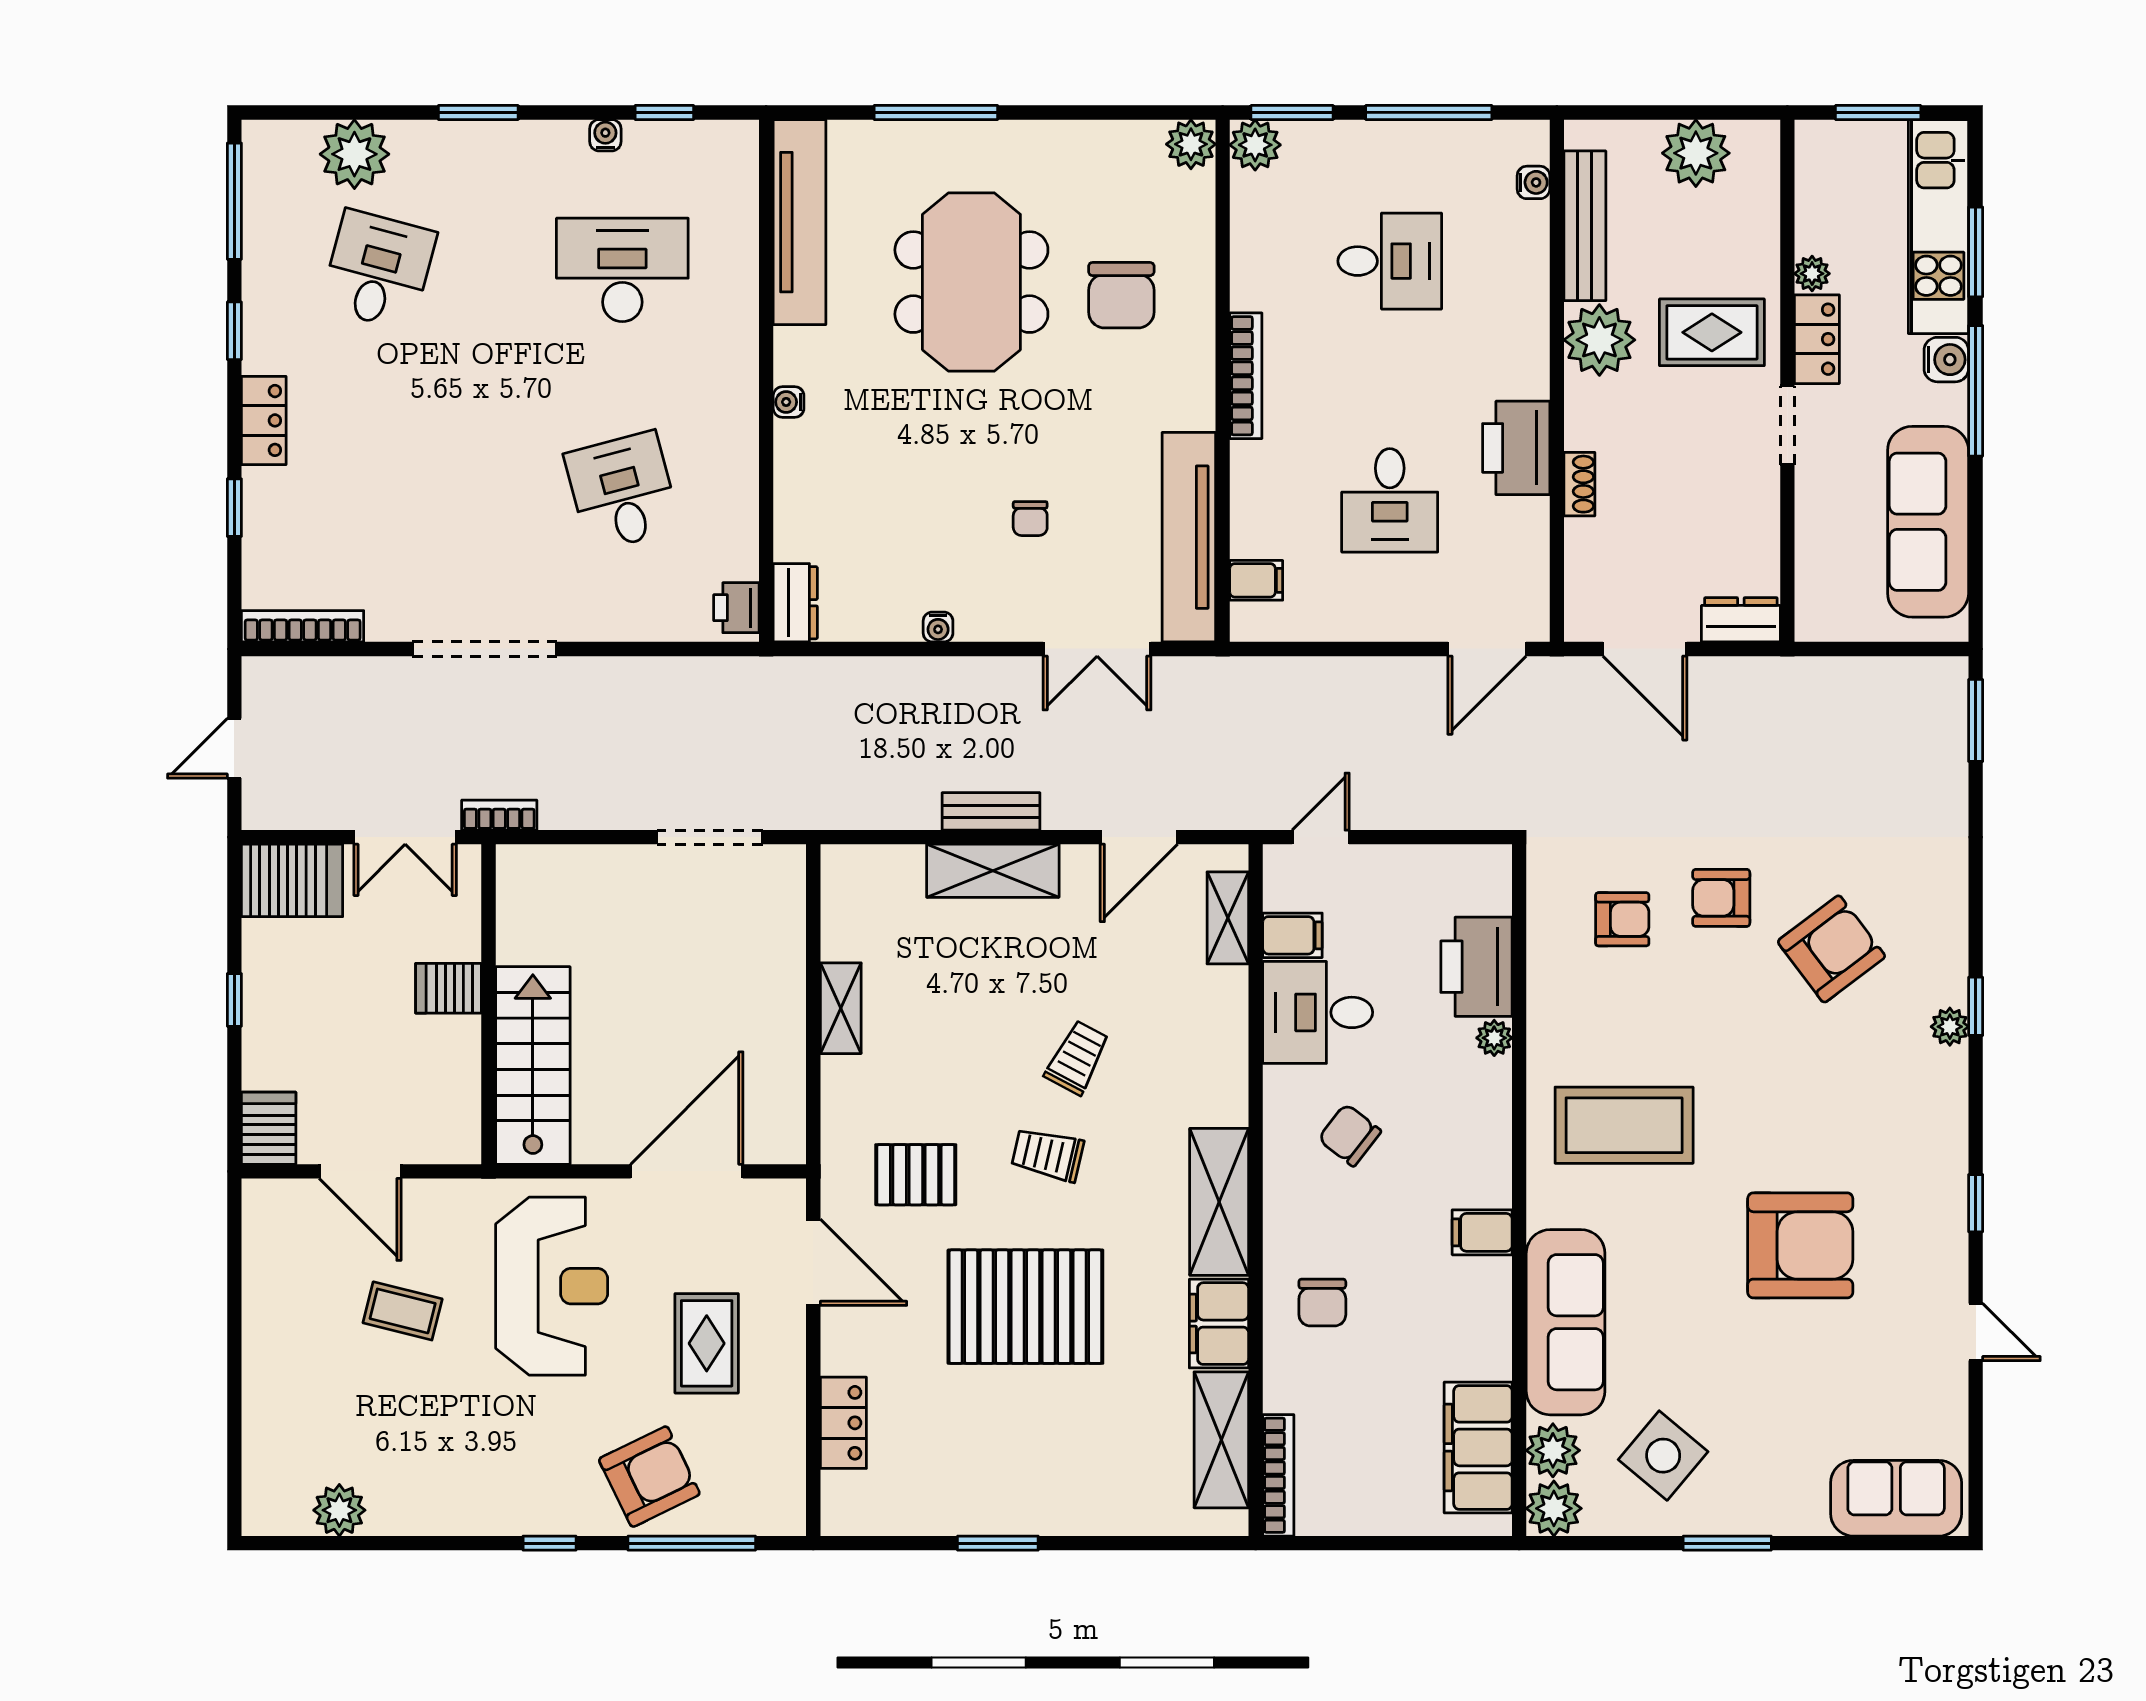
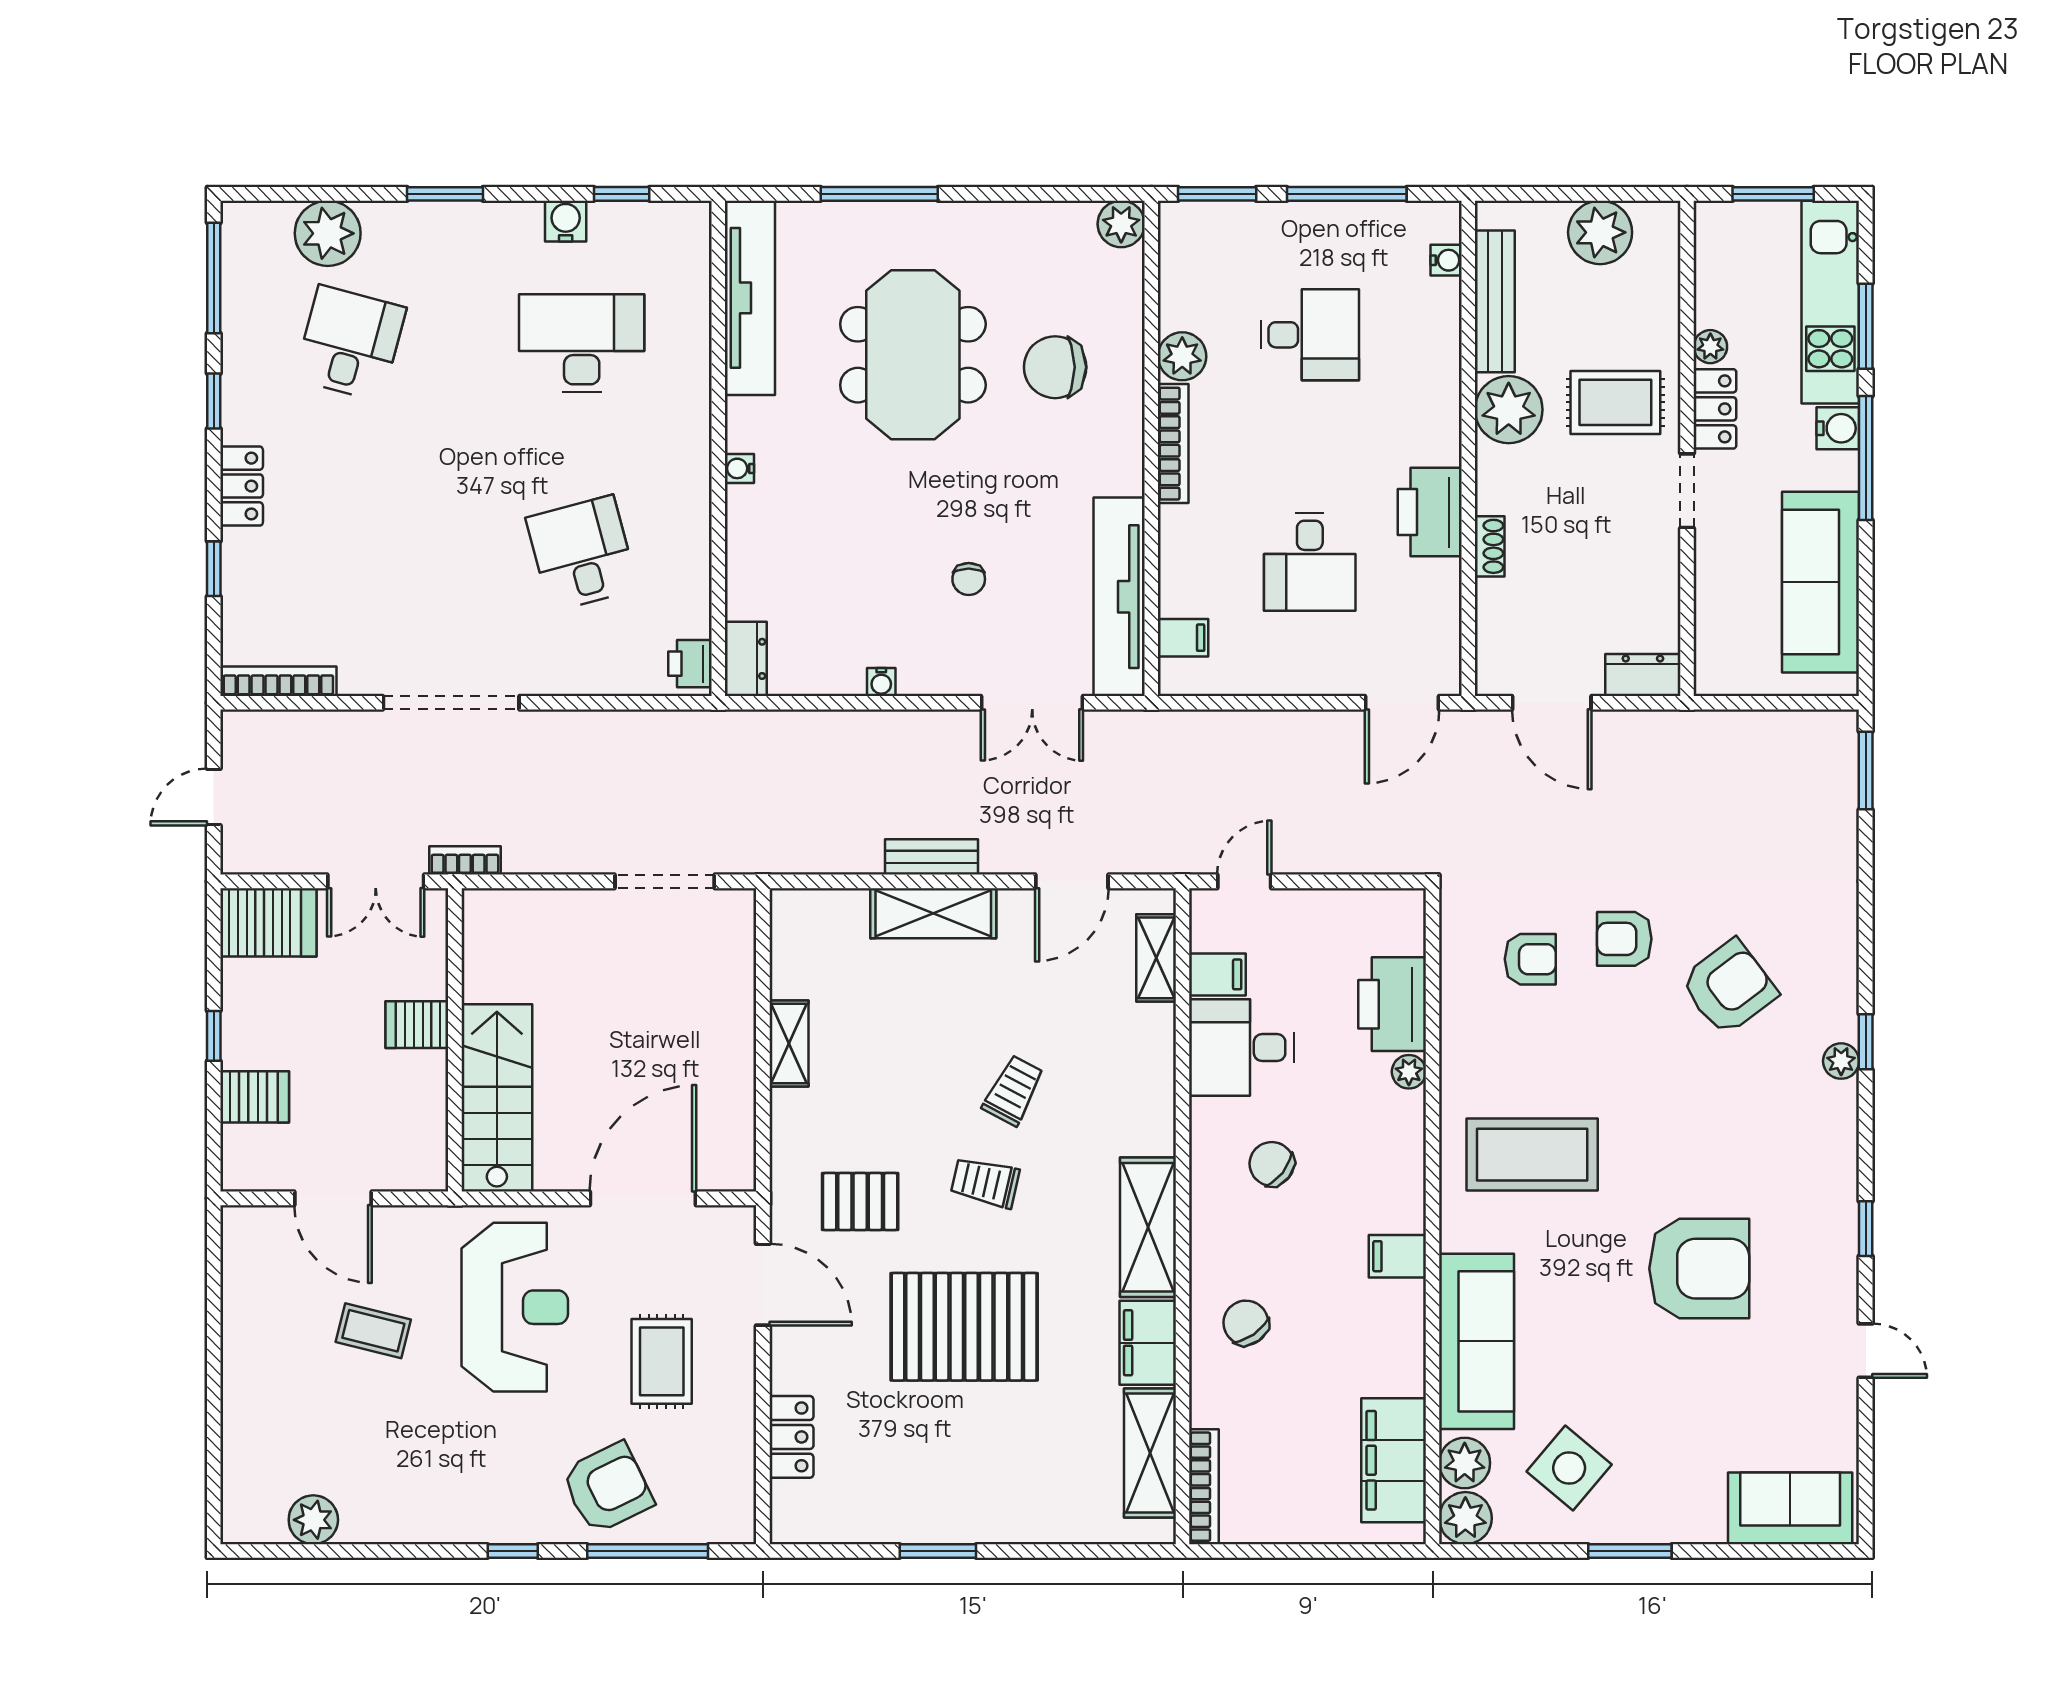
water cooler: (605, 135) -> (566, 221), width x1.38, depth x1.38
plant: (1255, 145) -> (1182, 356), moved
chair: (1121, 295) -> (1055, 367), turned 90
server rack: (269, 1128) -> (255, 1097), moved, turned 90
chair: (1322, 1303) -> (1246, 1323), turned 145

